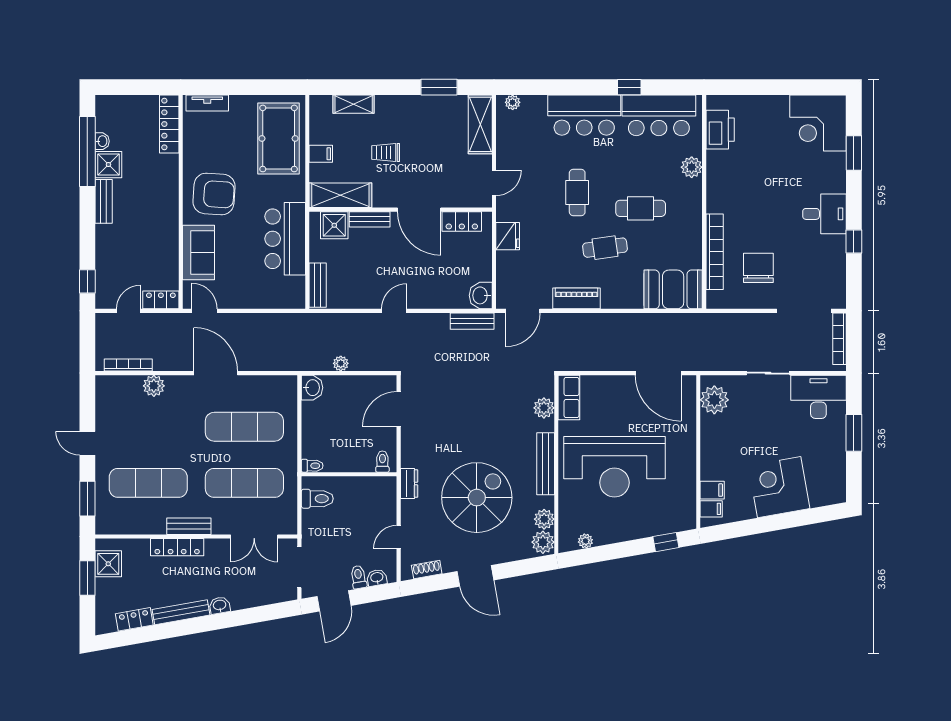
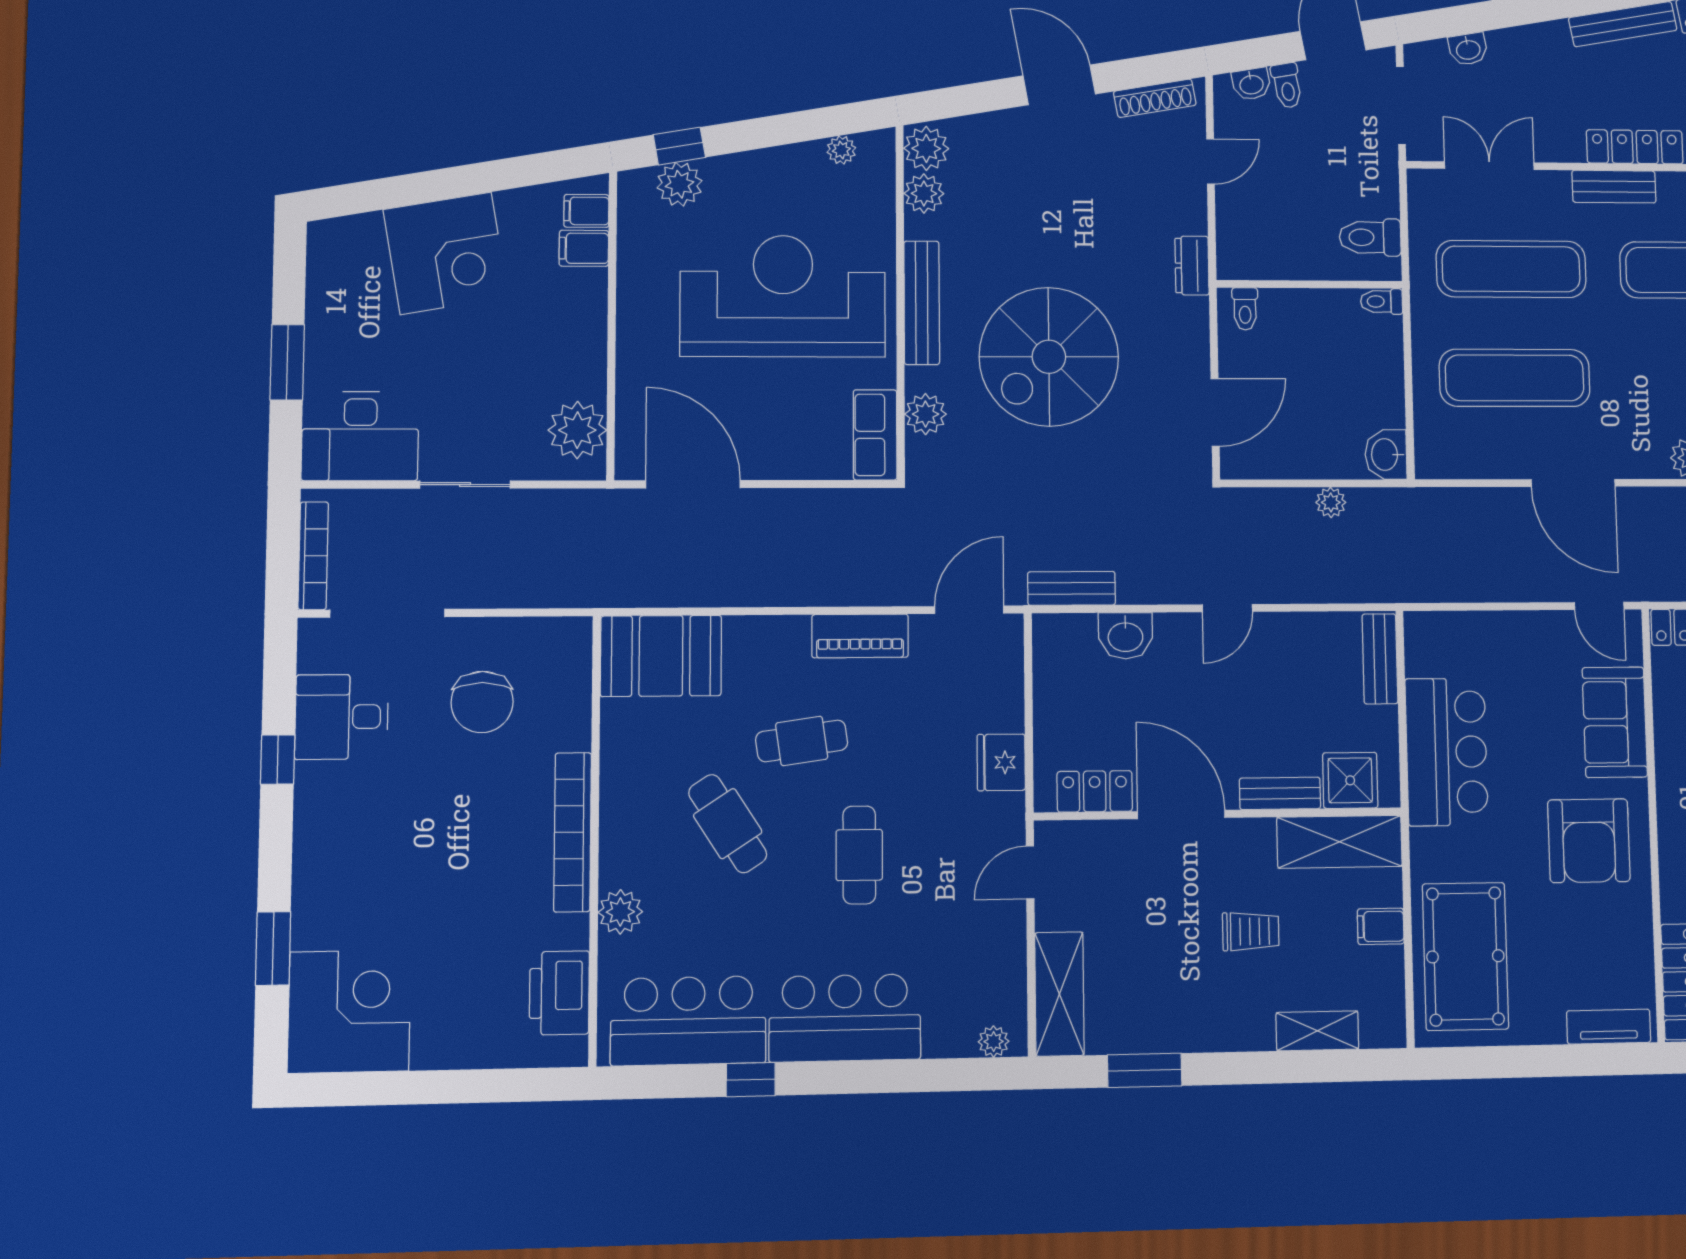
armchair: (214, 194) -> (1589, 841), turned -94
cafe table: (641, 208) -> (728, 824), turned 57
desk: (824, 214) -> (342, 717), moved
bookcase: (715, 252) -> (573, 832), moved
washbasin: (481, 295) -> (1125, 636), moved, turned 90
spiral stairs: (477, 498) -> (1049, 357), moved
plant: (666, 523) -> (680, 184), added
shoe rack: (427, 570) -> (1155, 98), width x1.43
washbasin: (220, 605) -> (1468, 49), moved

